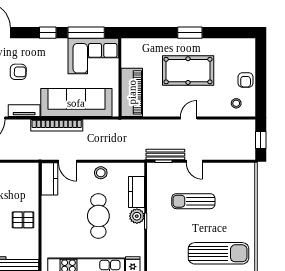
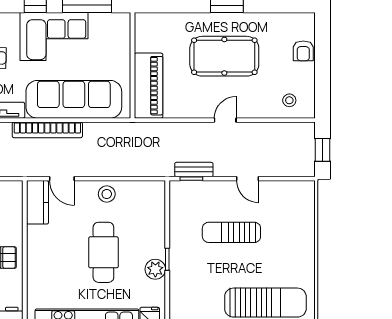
corner sofa: (93, 56) -> (54, 37), moved
armchair: (246, 80) -> (303, 51), moved
bench: (165, 155) -> (194, 170), width x0.73
door: (194, 161) -> (248, 179), moved
kitchen counter: (136, 192) -> (155, 220), removed
plant: (137, 216) -> (155, 269), moved

